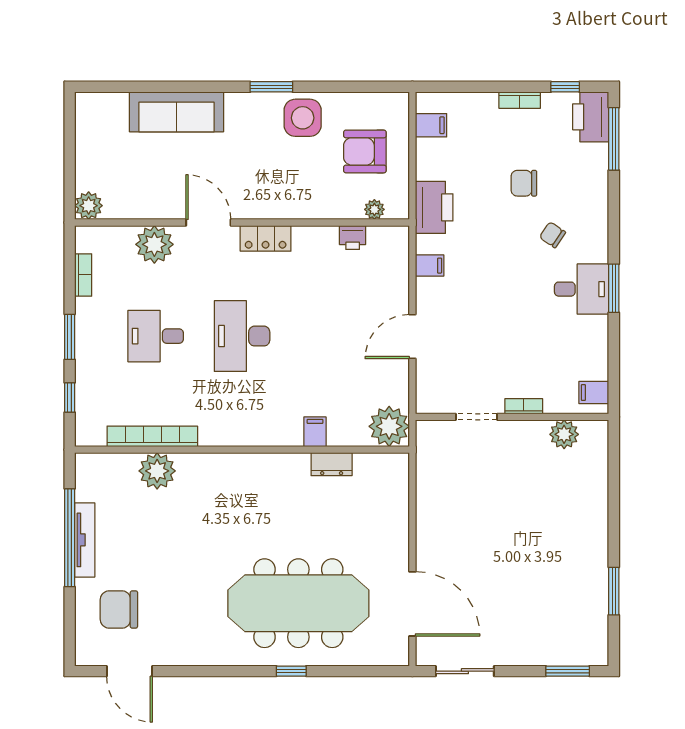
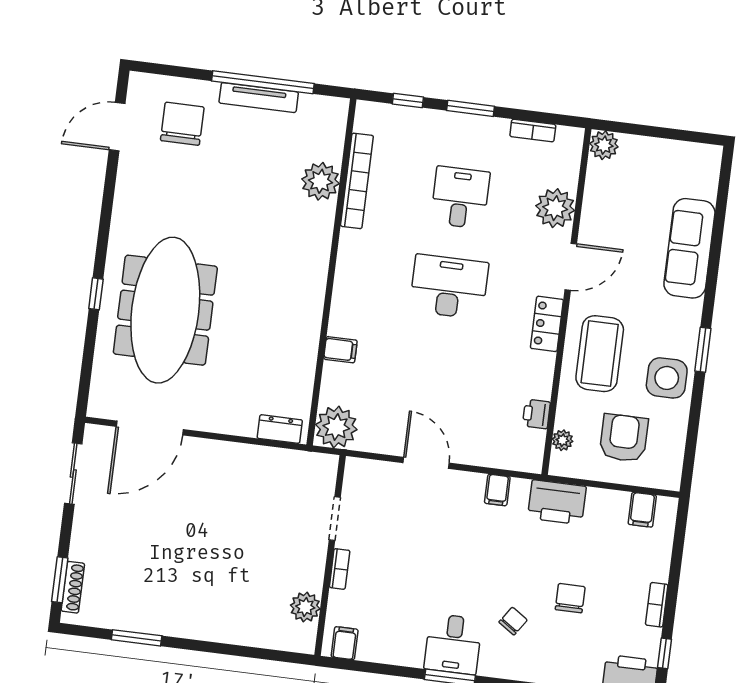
coffee table: (288, 185) -> (600, 354), added
dresser: (332, 464) -> (280, 429), moved, turned 90
shoe rack: (573, 658) -> (73, 587), added

